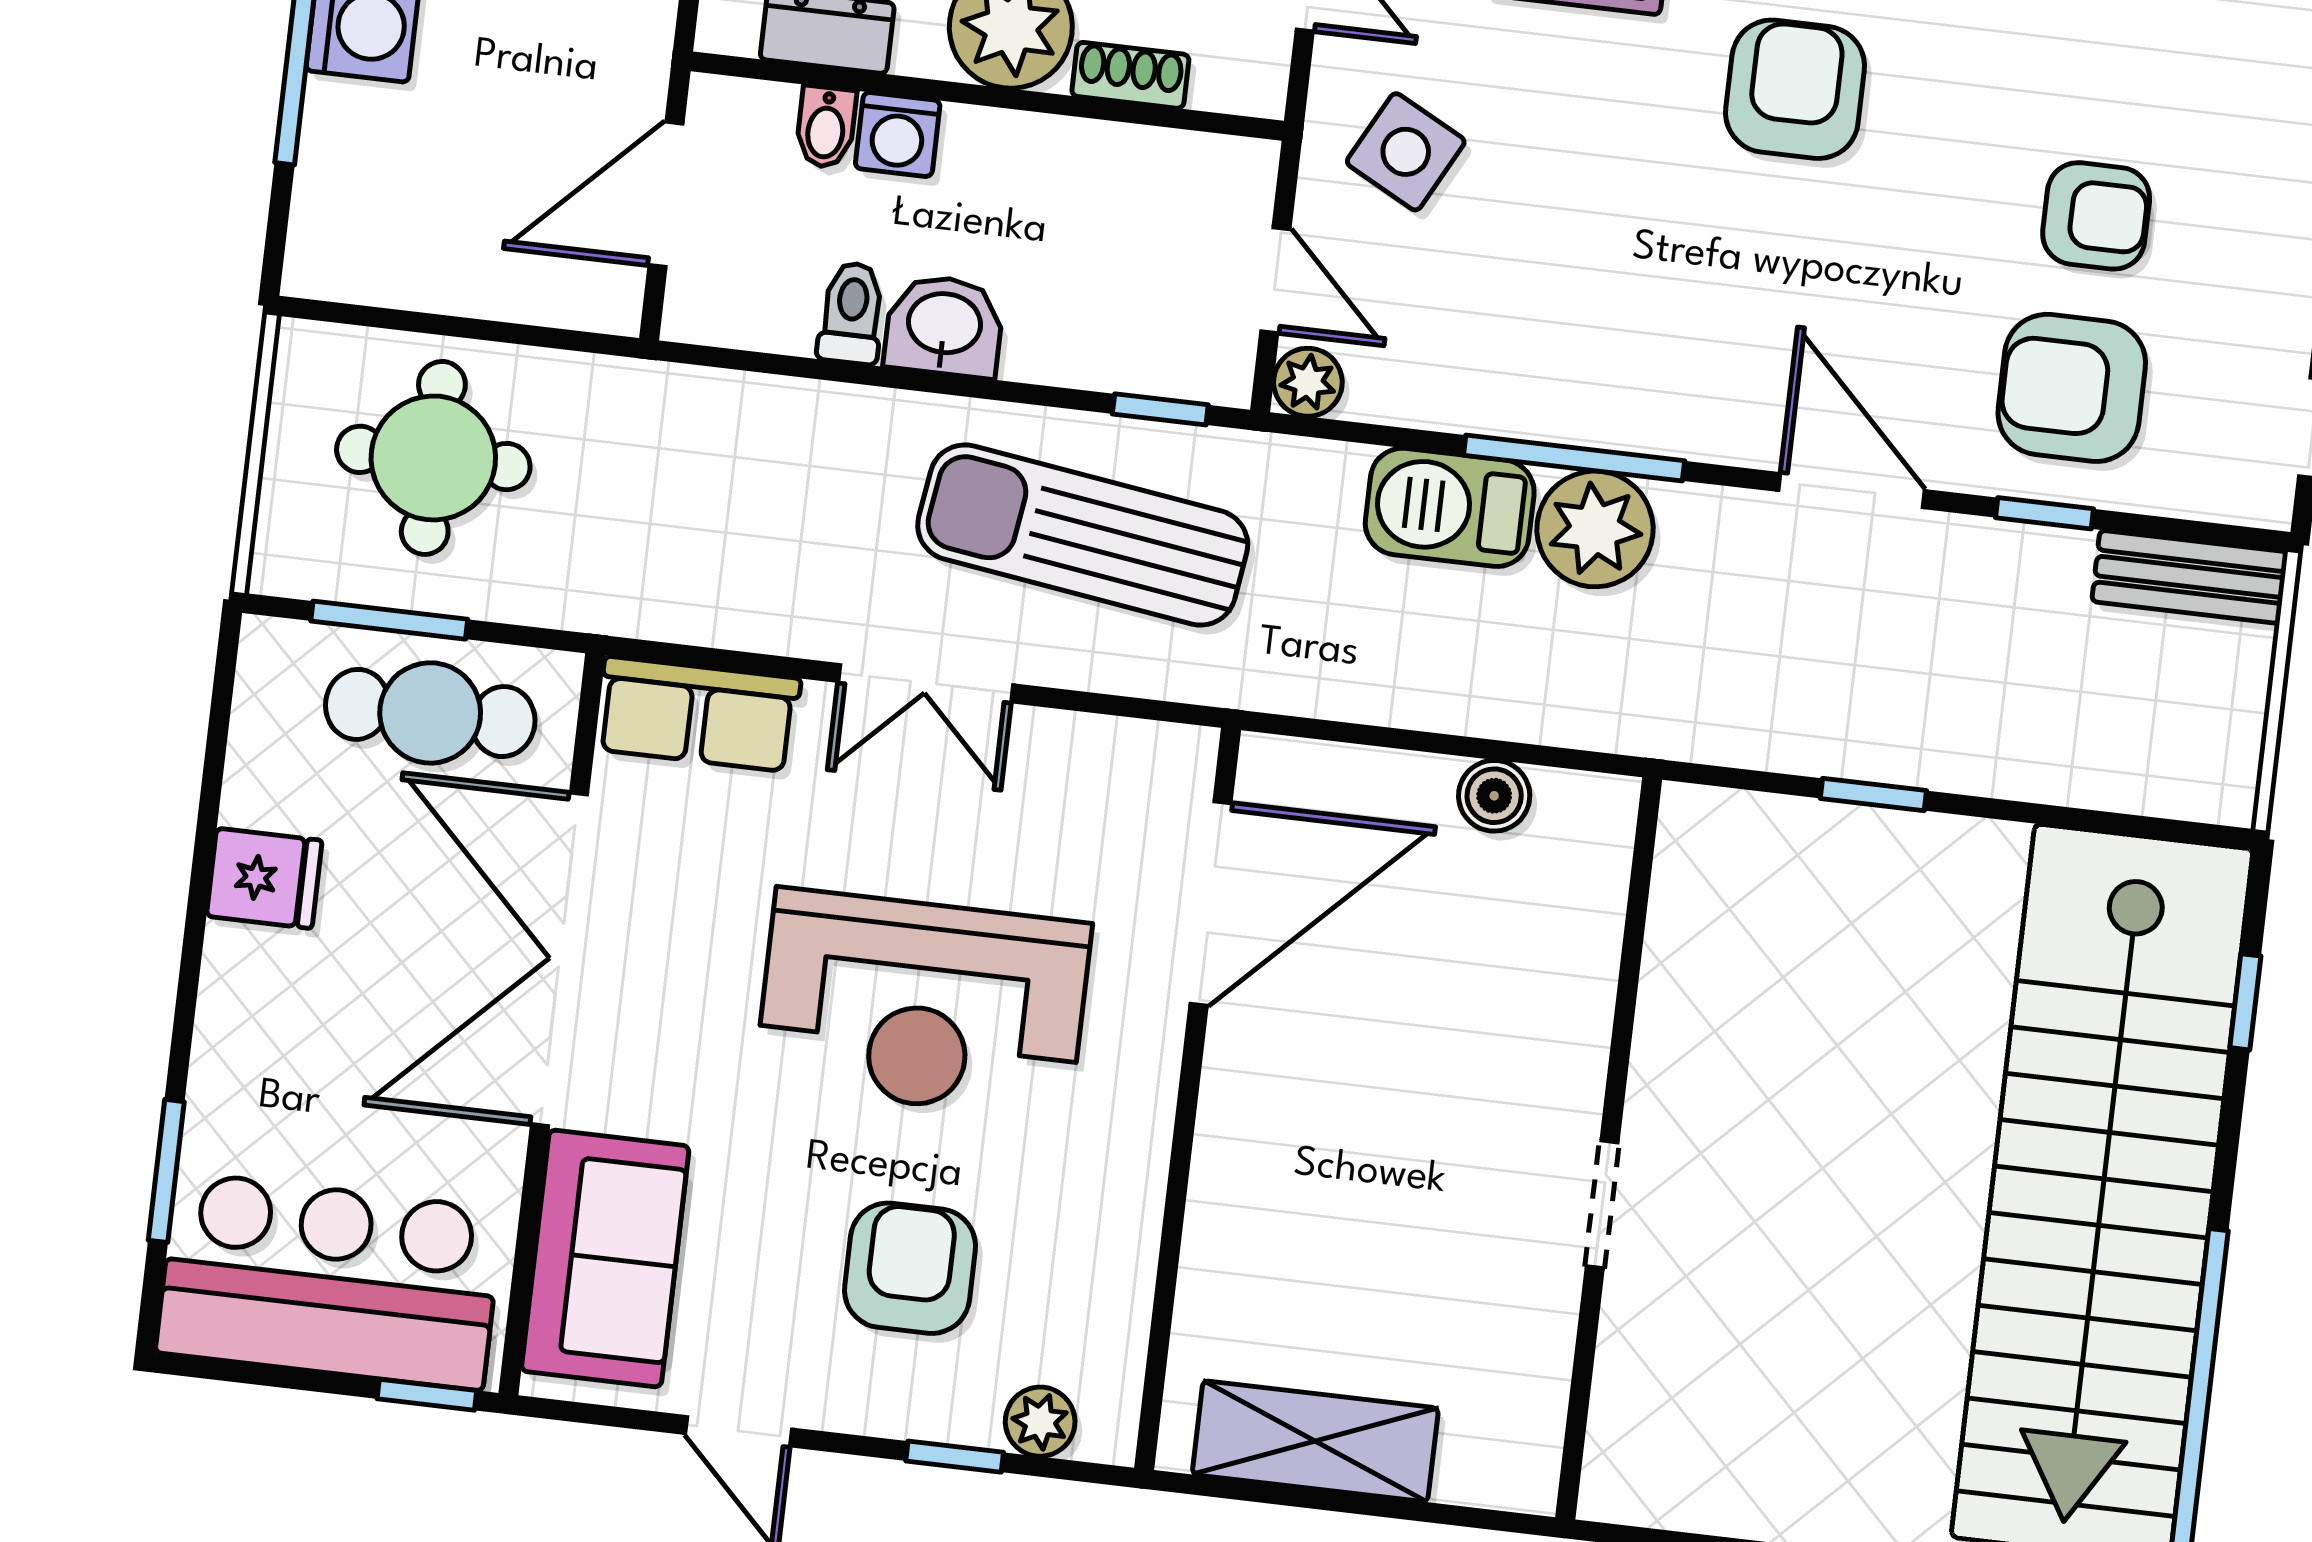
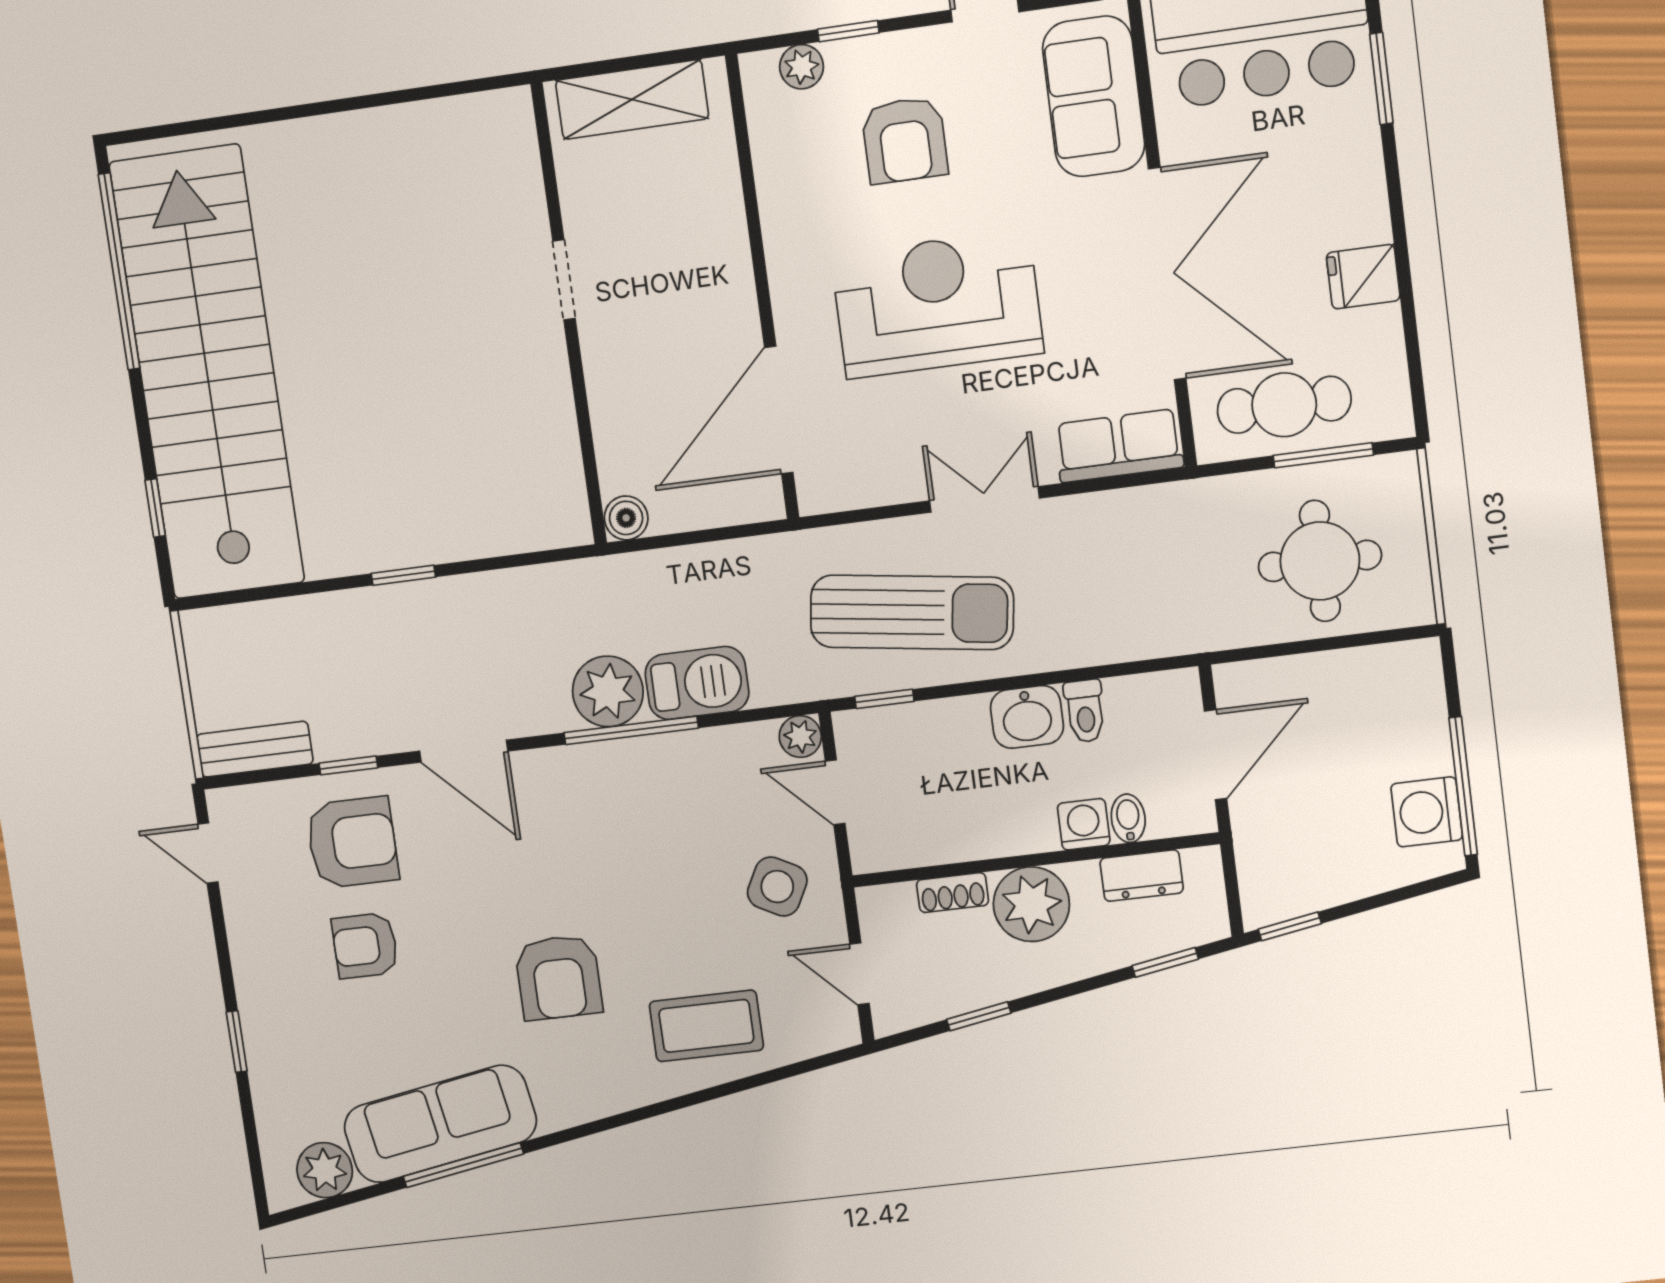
wall: (1609, 1148) -> (569, 315), moved
doorway: (1602, 1204) -> (564, 280), moved

